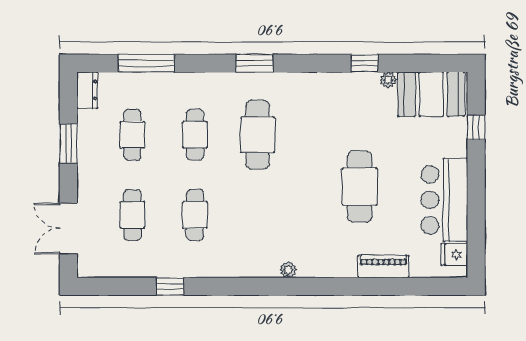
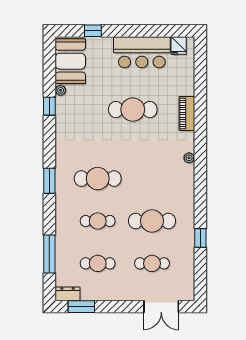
window: (68, 144) -> (81, 307), moved
cafe table: (195, 215) -> (152, 221), width x1.37, depth x1.35
piano: (384, 266) -> (187, 114), moved

